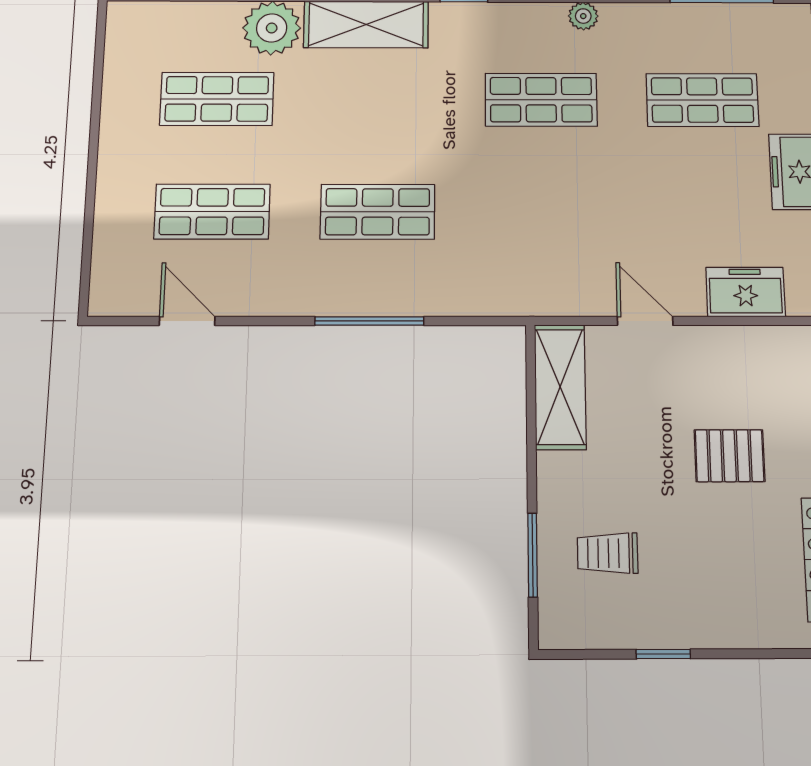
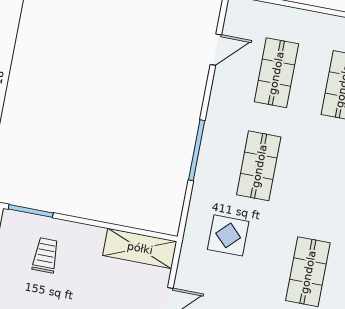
display table: (507, 240) -> (228, 235), added
window: (533, 555) -> (31, 211), moved

